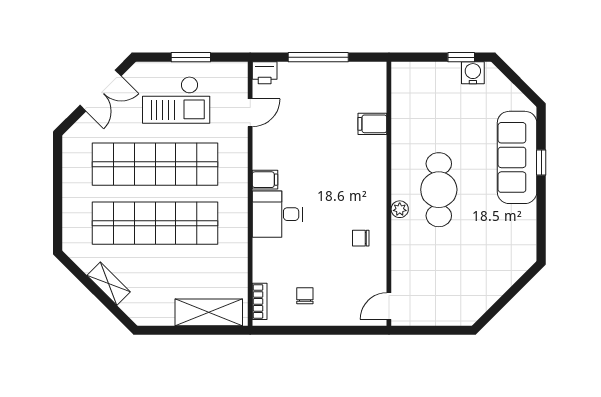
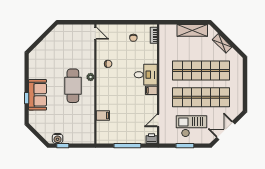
sofa: (517, 157) -> (38, 95), width x0.73
door: (389, 306) -> (95, 33), hinge flipped
shelving: (209, 312) -> (192, 30), moved

